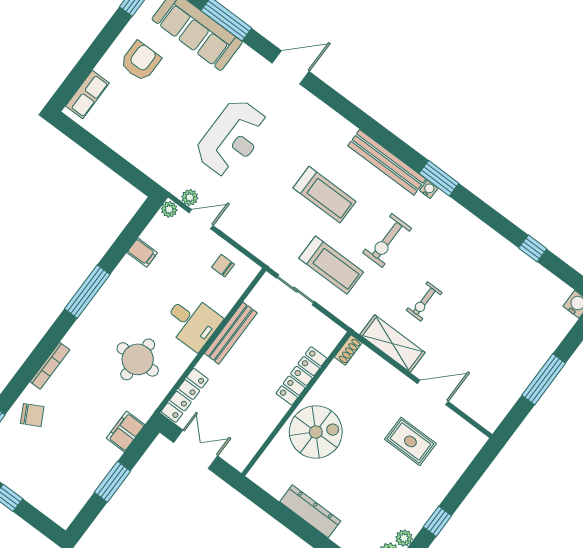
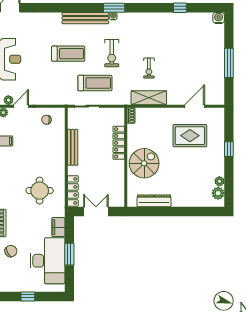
desk: (192, 322) -> (48, 261), moved, width x1.87, depth x1.30
door: (433, 393) -> (195, 106), moved
rug: (410, 441) -> (190, 136), width x1.36, depth x1.43
dresser: (310, 511) -> (154, 201), moved
window: (437, 521) -> (229, 149), moved

